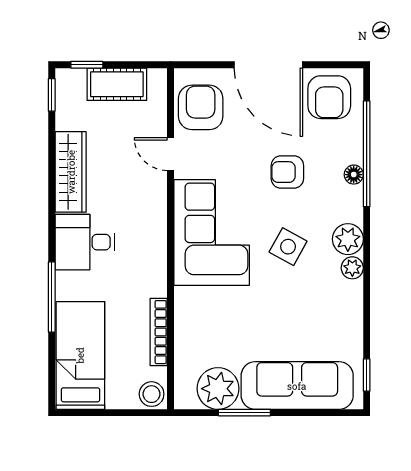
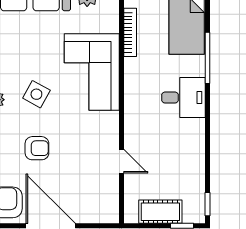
armchair: (201, 107) -> (100, 195), removed
wardrobe: (71, 172) -> (194, 148), removed
corner sofa: (212, 232) -> (92, 72), moved

